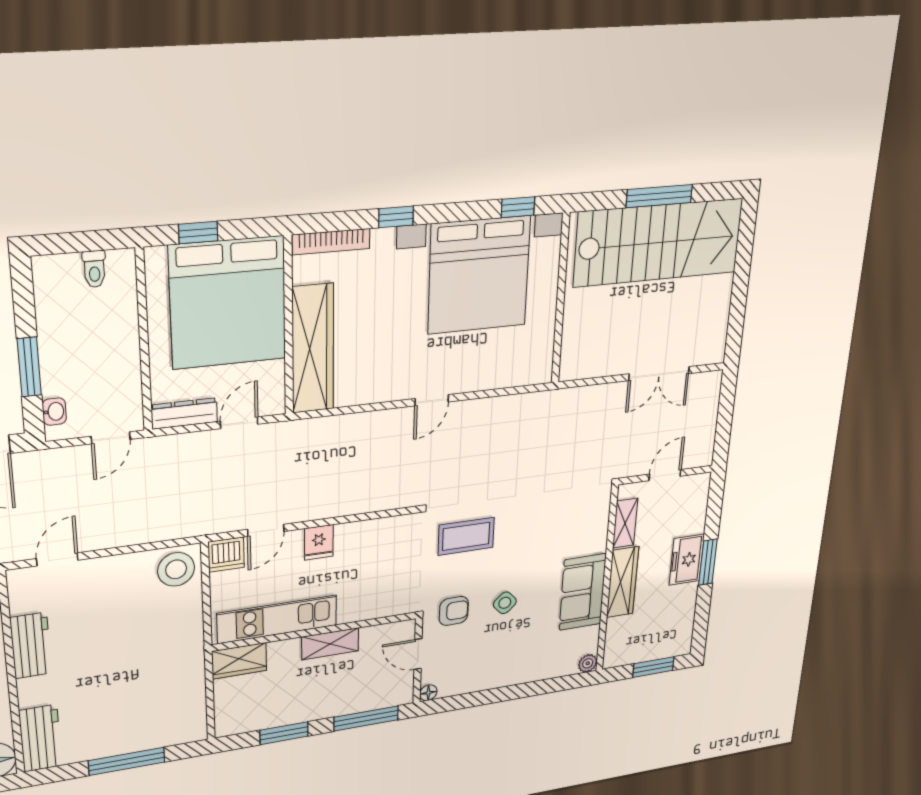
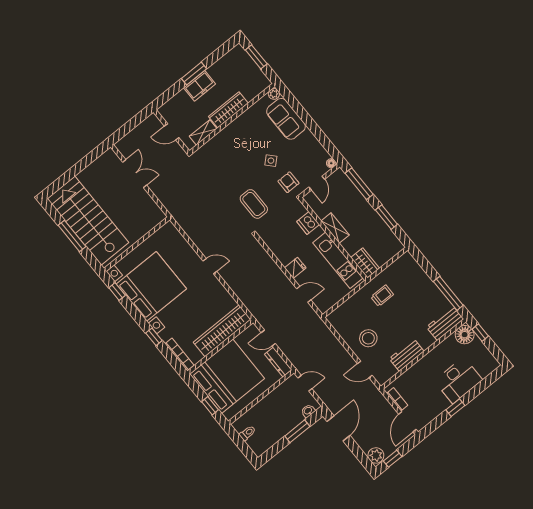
dishwasher: (226, 555) -> (308, 223), moved, turned 180
stool: (176, 569) -> (368, 338), moved
sofa: (583, 592) -> (286, 119), moved, turned 90
trolley: (165, 659) -> (382, 296), added
window: (127, 761) -> (448, 293), moved

